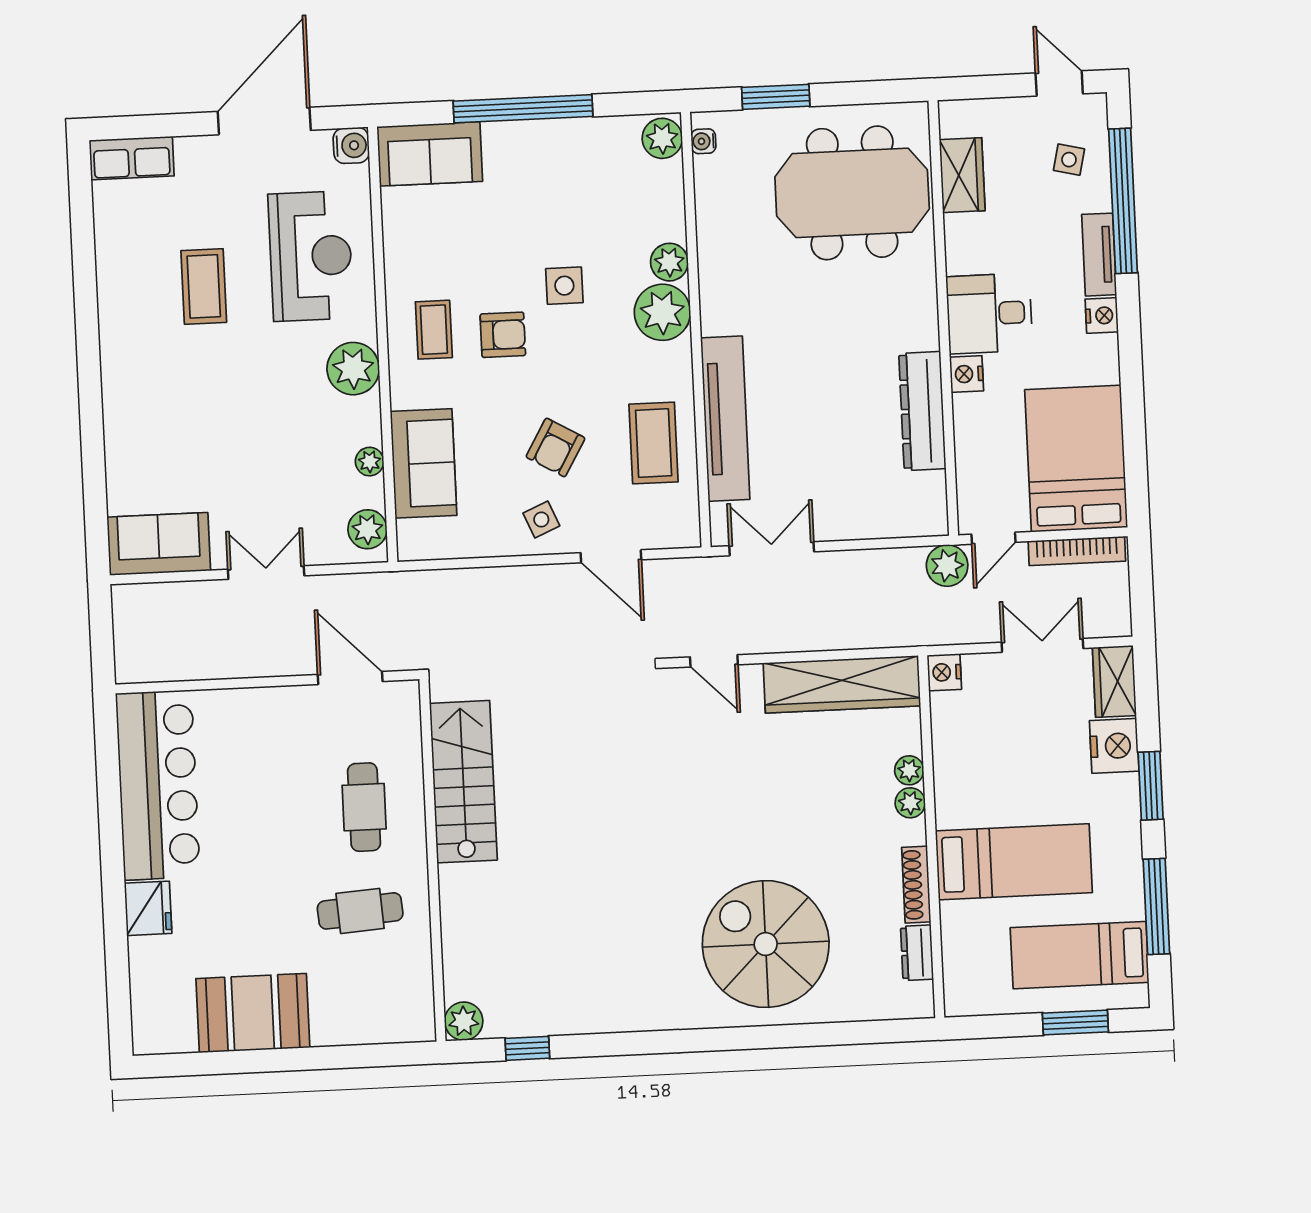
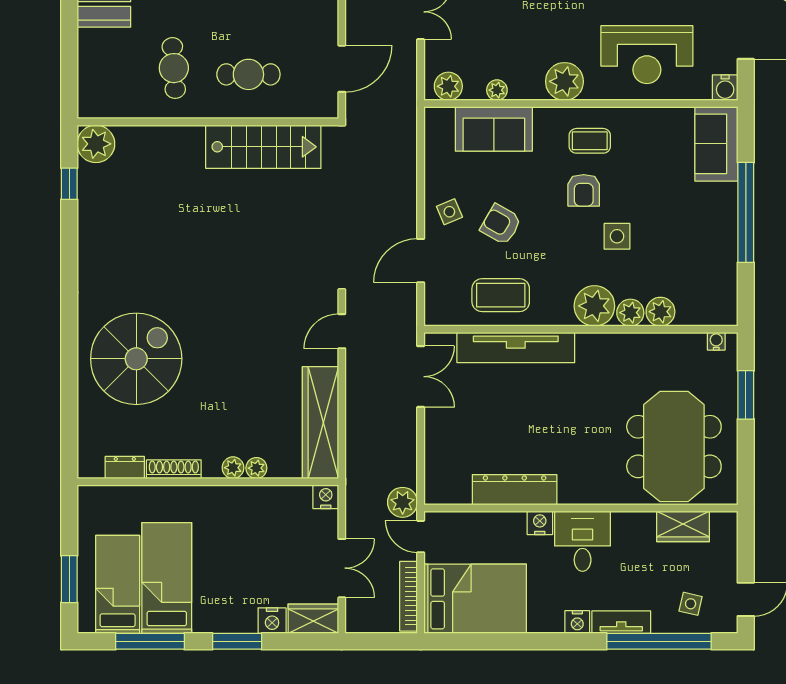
plant: (662, 138) -> (660, 312), moved
nightstand: (1114, 746) -> (272, 621), width x0.74, depth x0.75
bed: (1014, 862) -> (167, 578), moved, turned 180
plant: (464, 1021) -> (96, 144), width x1.36, depth x1.36

